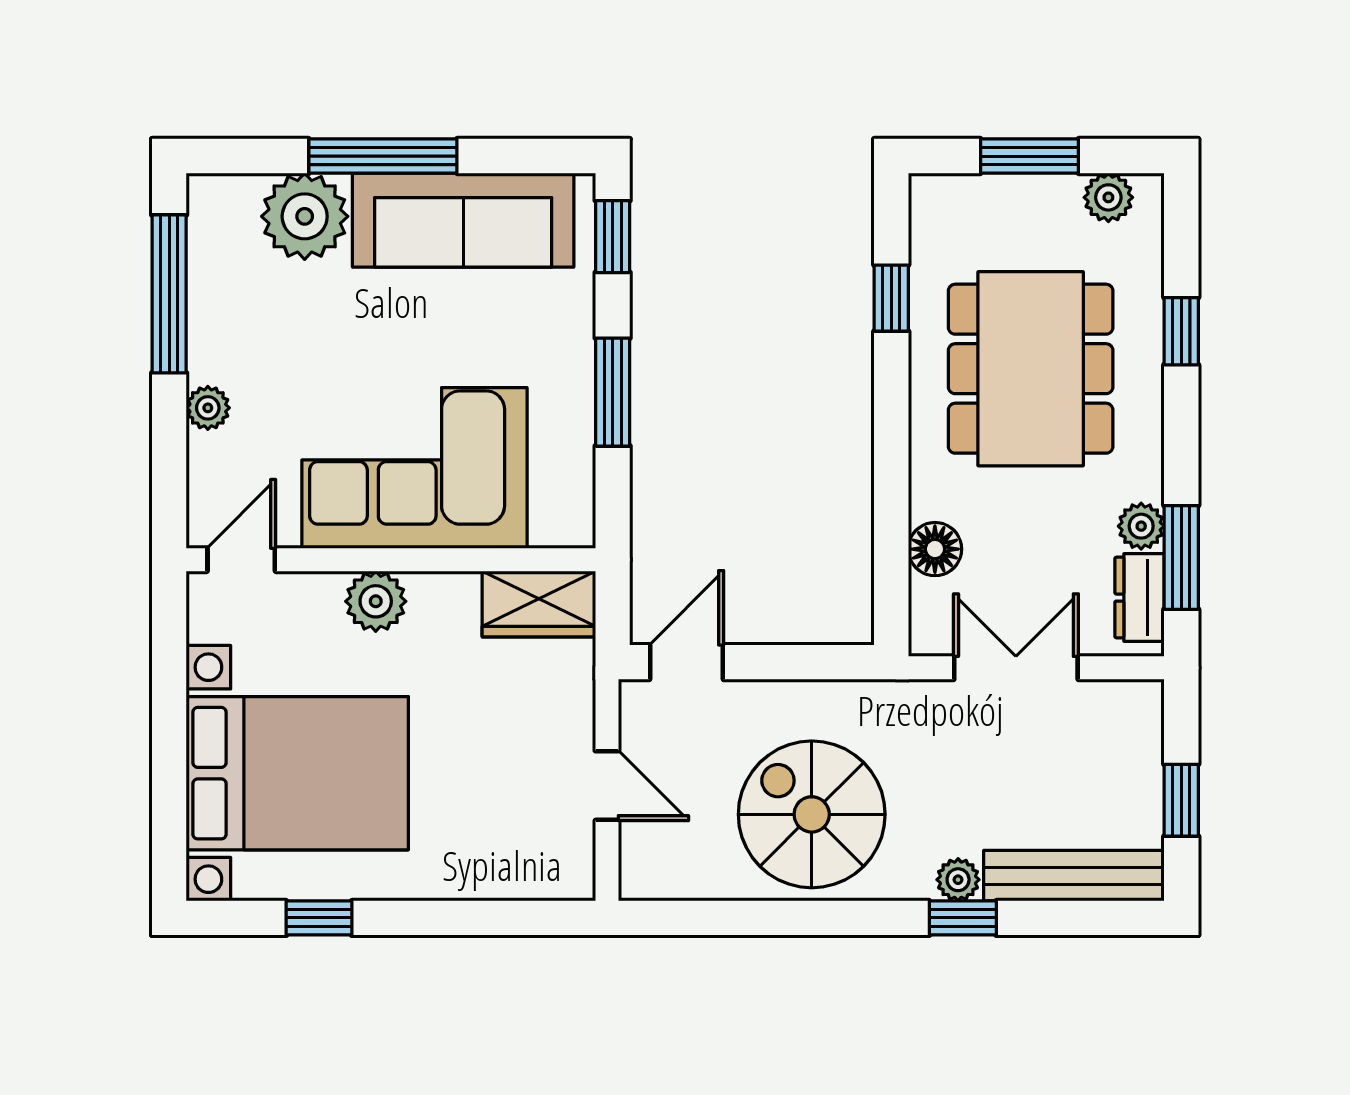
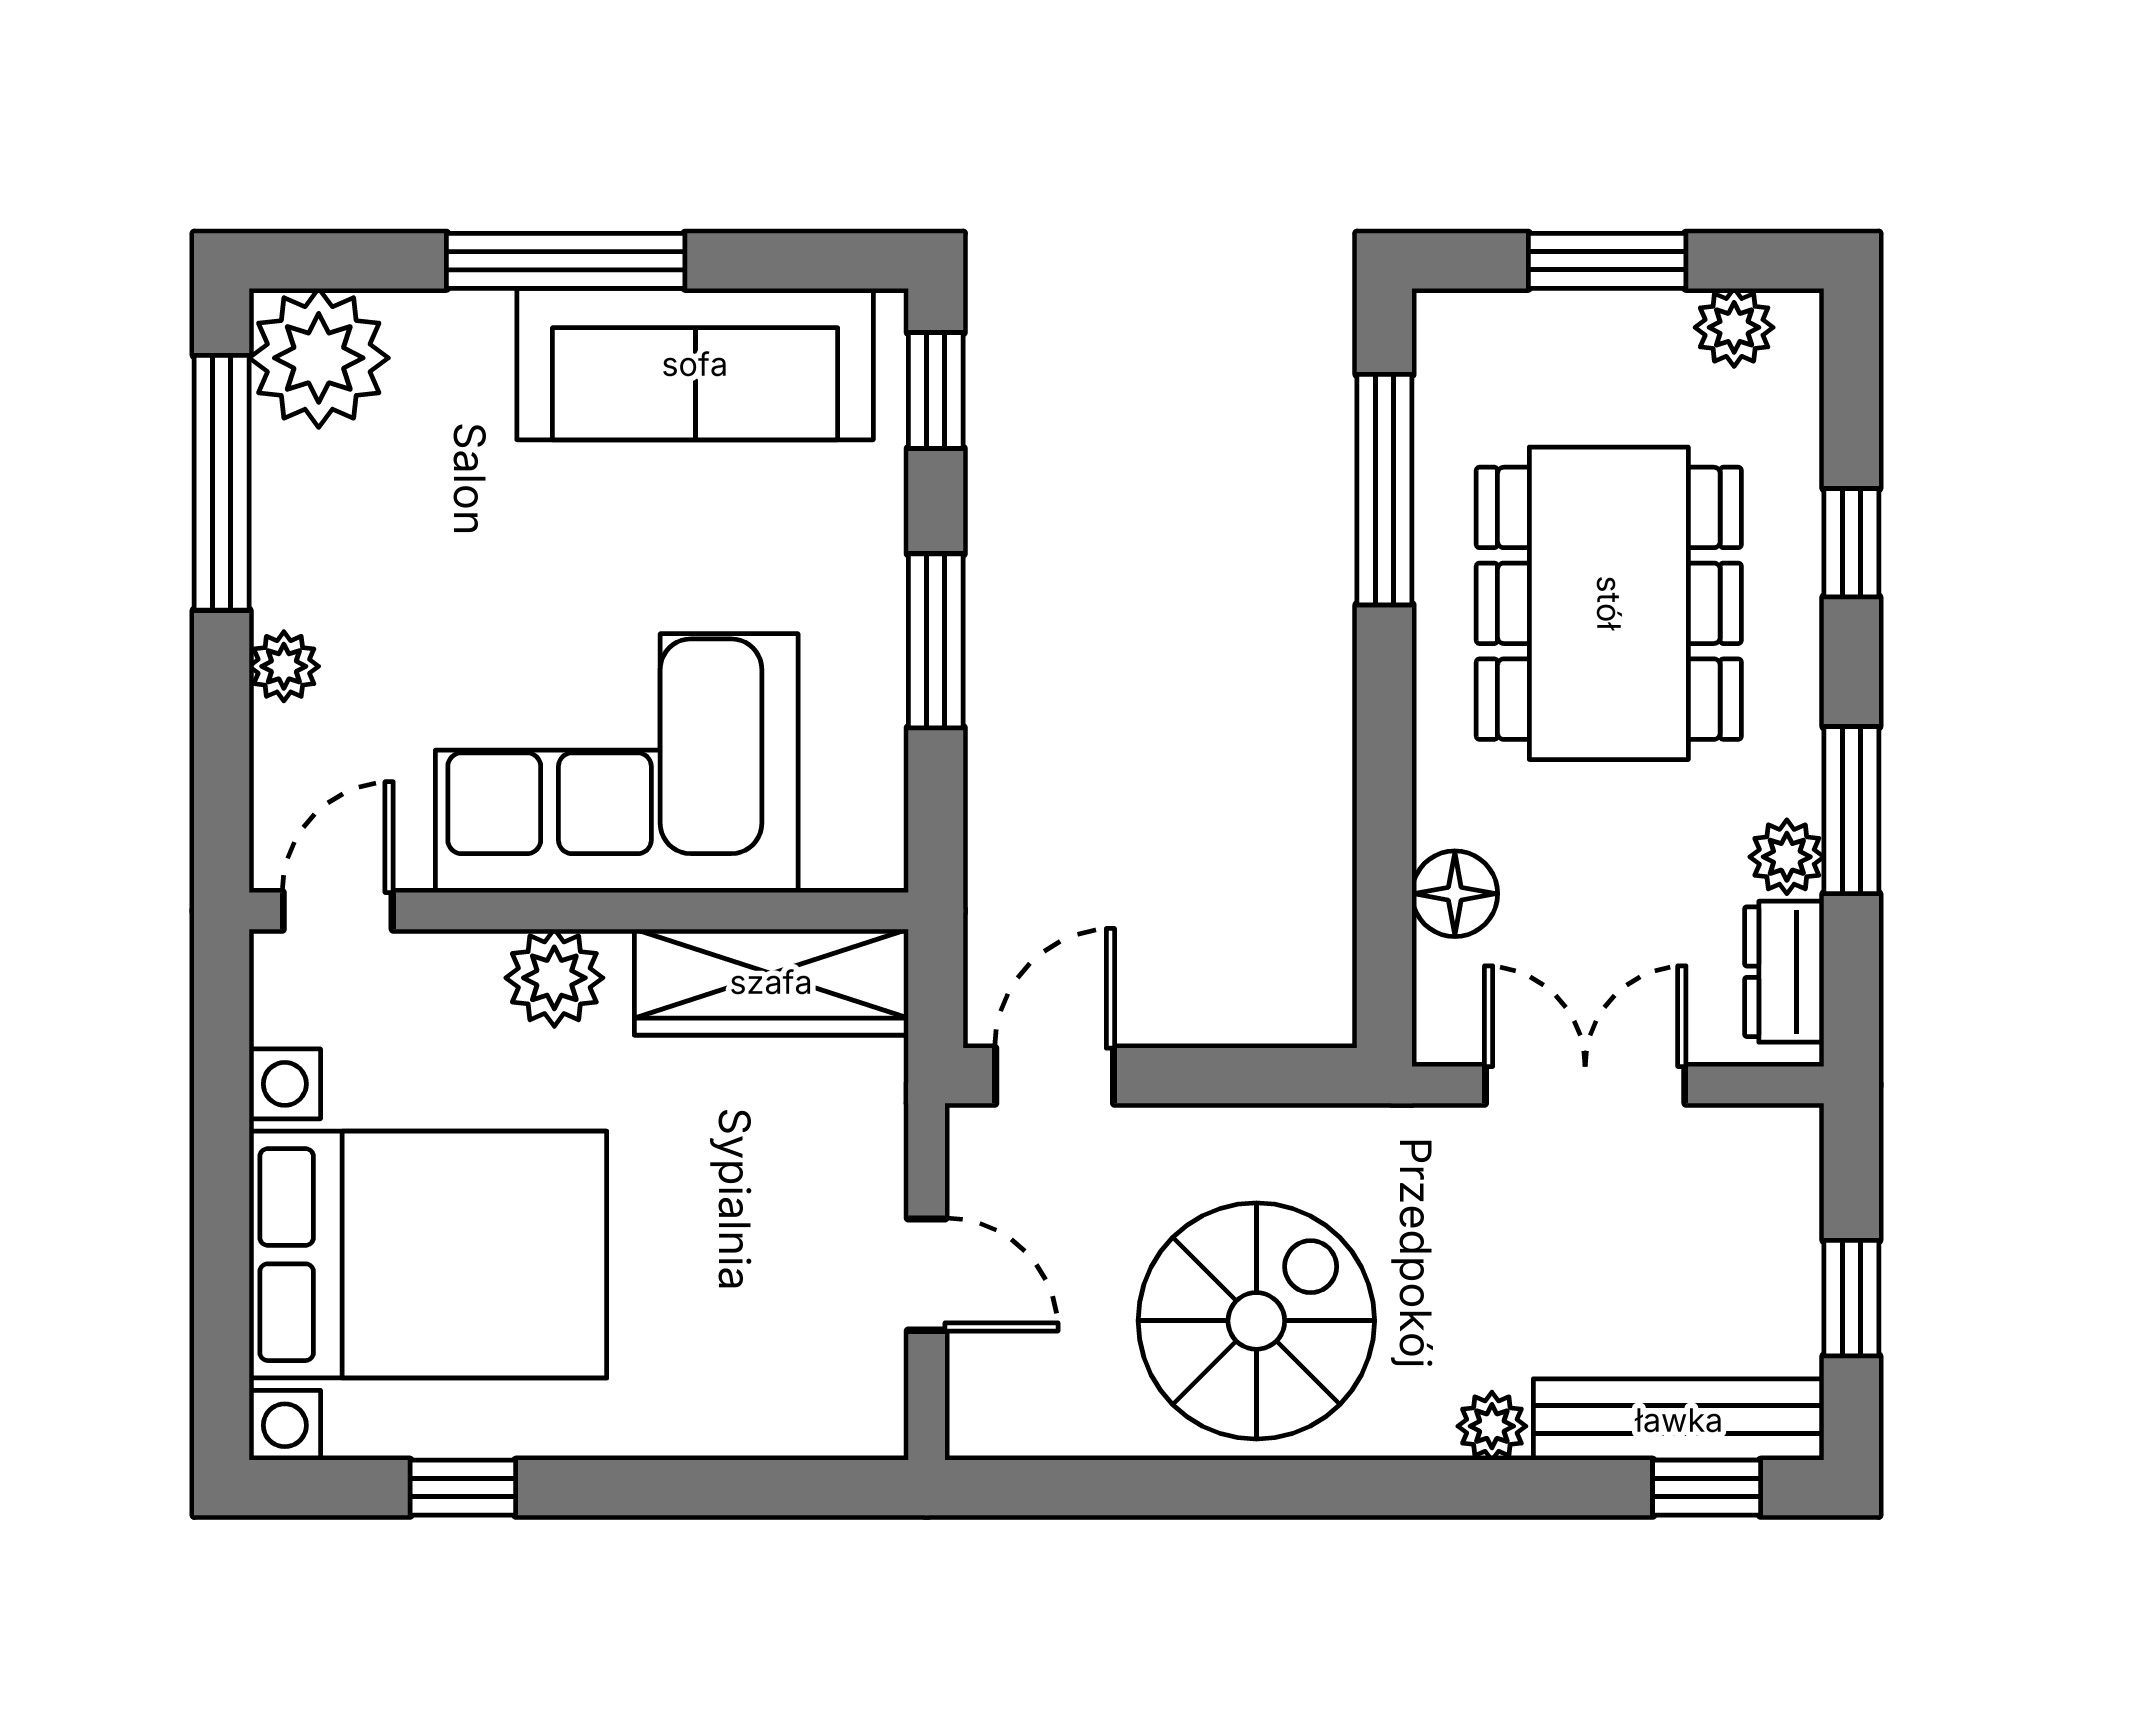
plant: (305, 216) -> (319, 358), moved
window: (891, 298) -> (1384, 490), width x2.17
window: (1181, 557) -> (1851, 810), moved
wardrobe: (539, 604) -> (771, 982), width x1.50
spiral stairs: (812, 814) -> (1256, 1321), turned 90
window: (963, 918) -> (1707, 1488), moved

